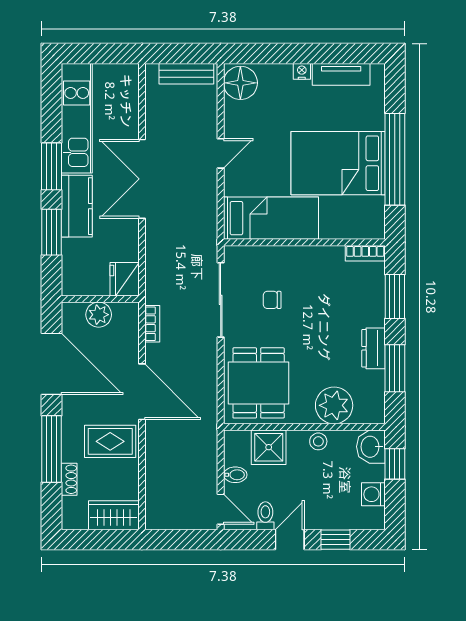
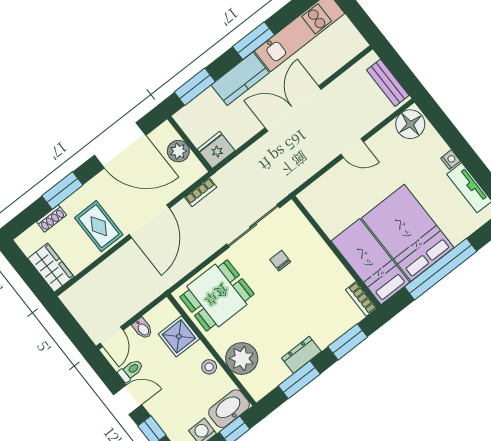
bed: (271, 218) -> (370, 262), moved, turned 180
window: (51, 232) -> (195, 87), moved
door: (51, 364) -> (120, 145), hinge flipped
washbasin: (371, 447) -> (229, 409), width x1.38
window: (51, 449) -> (62, 190), width x0.69

